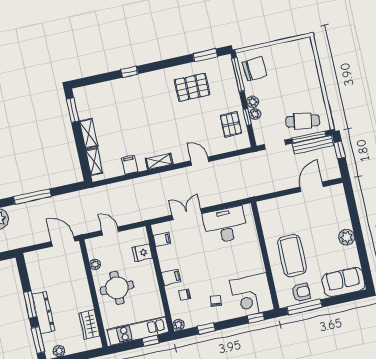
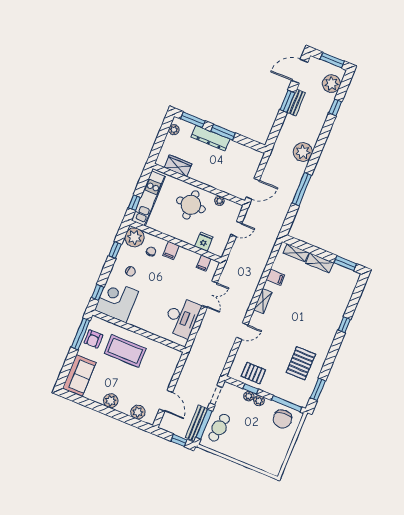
plant: (340, 205) -> (138, 412), added
plant: (179, 325) -> (134, 237), width x1.87, depth x1.87

